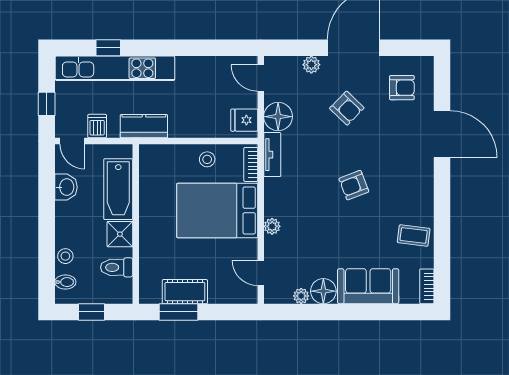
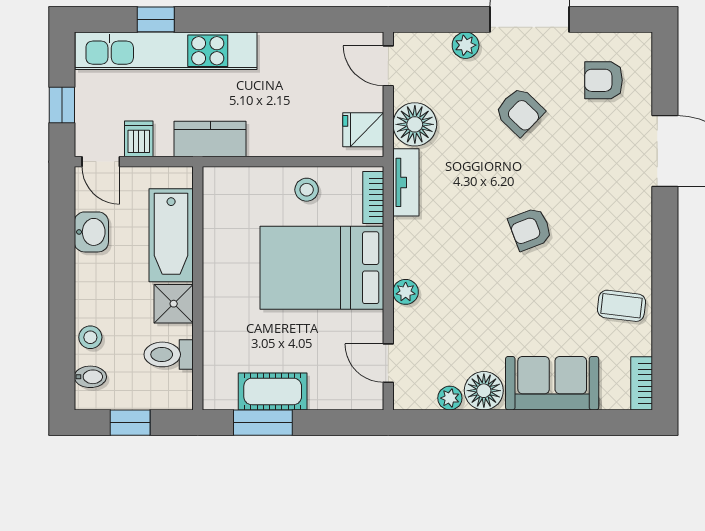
armchair: (402, 88) -> (604, 80), turned 180

